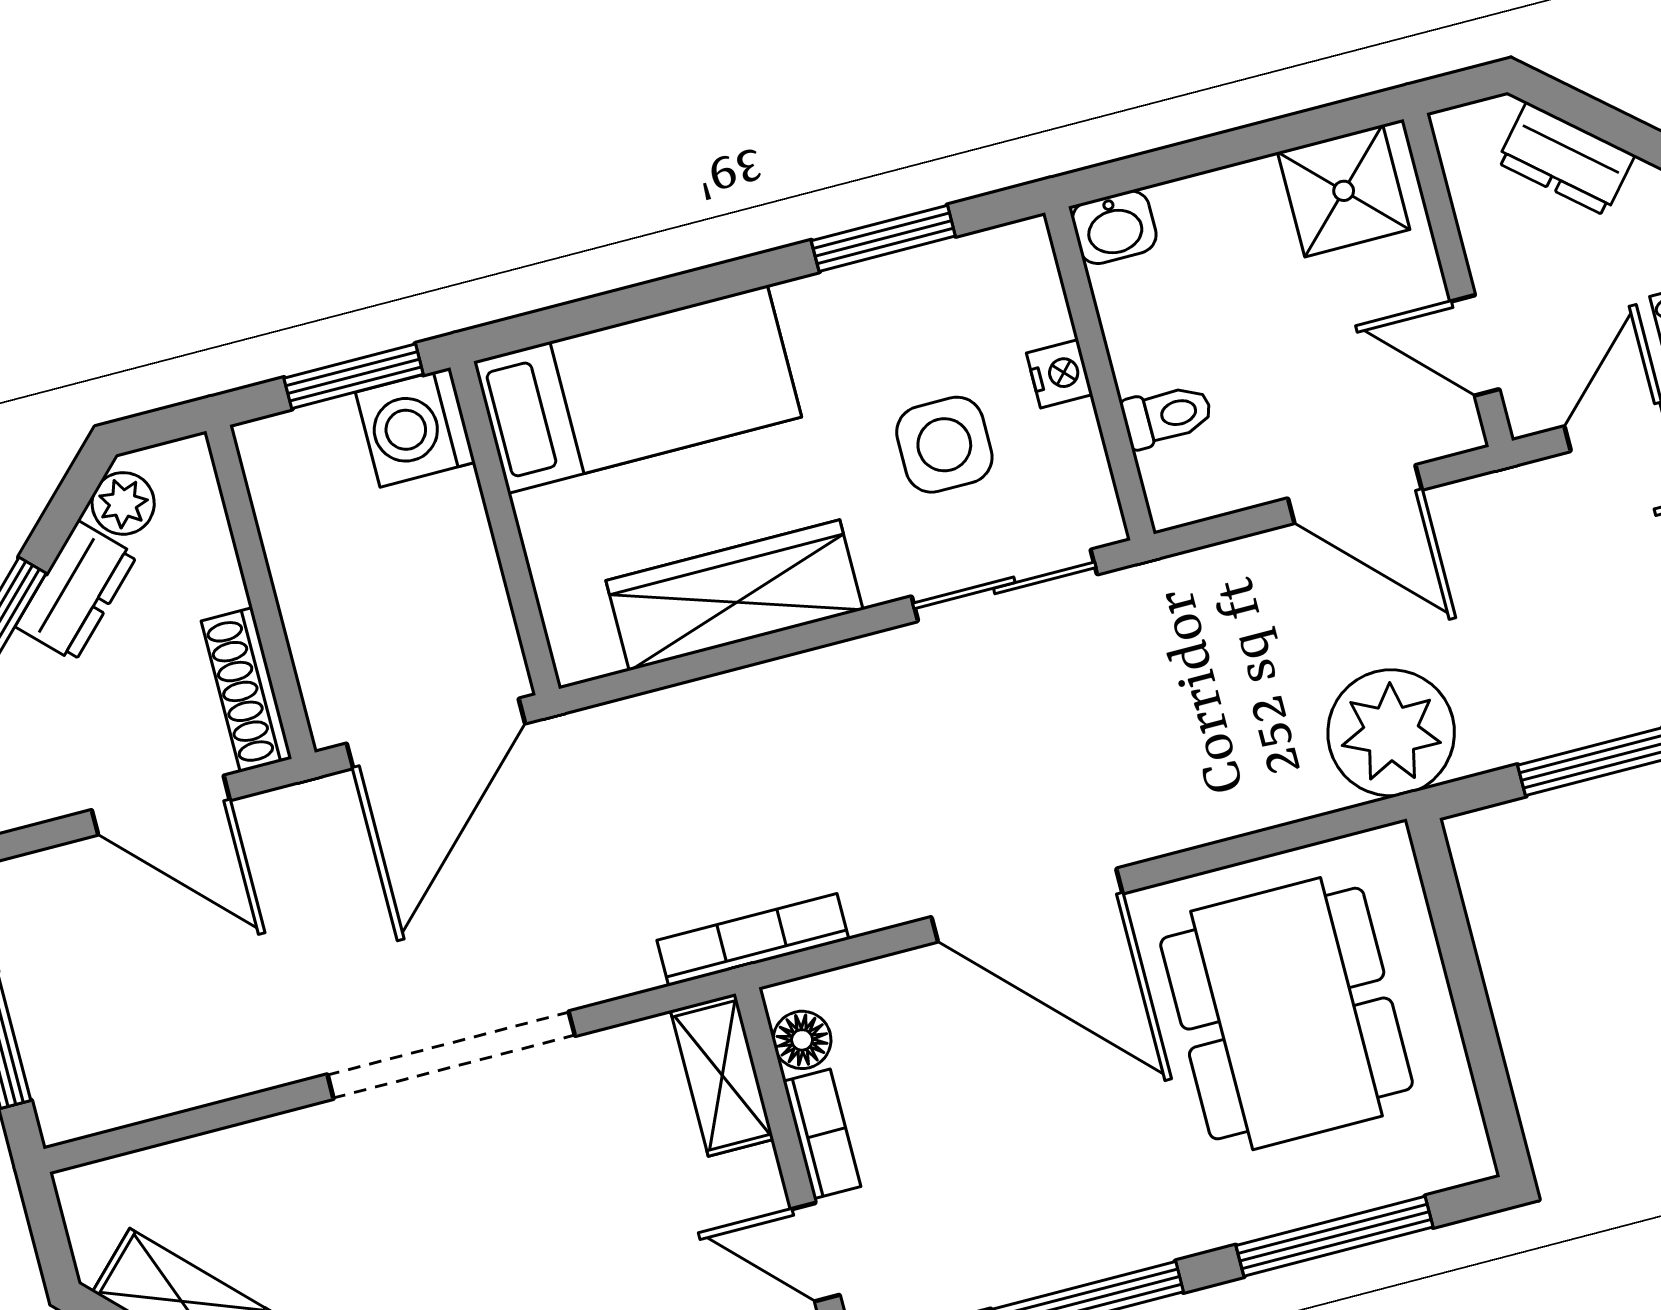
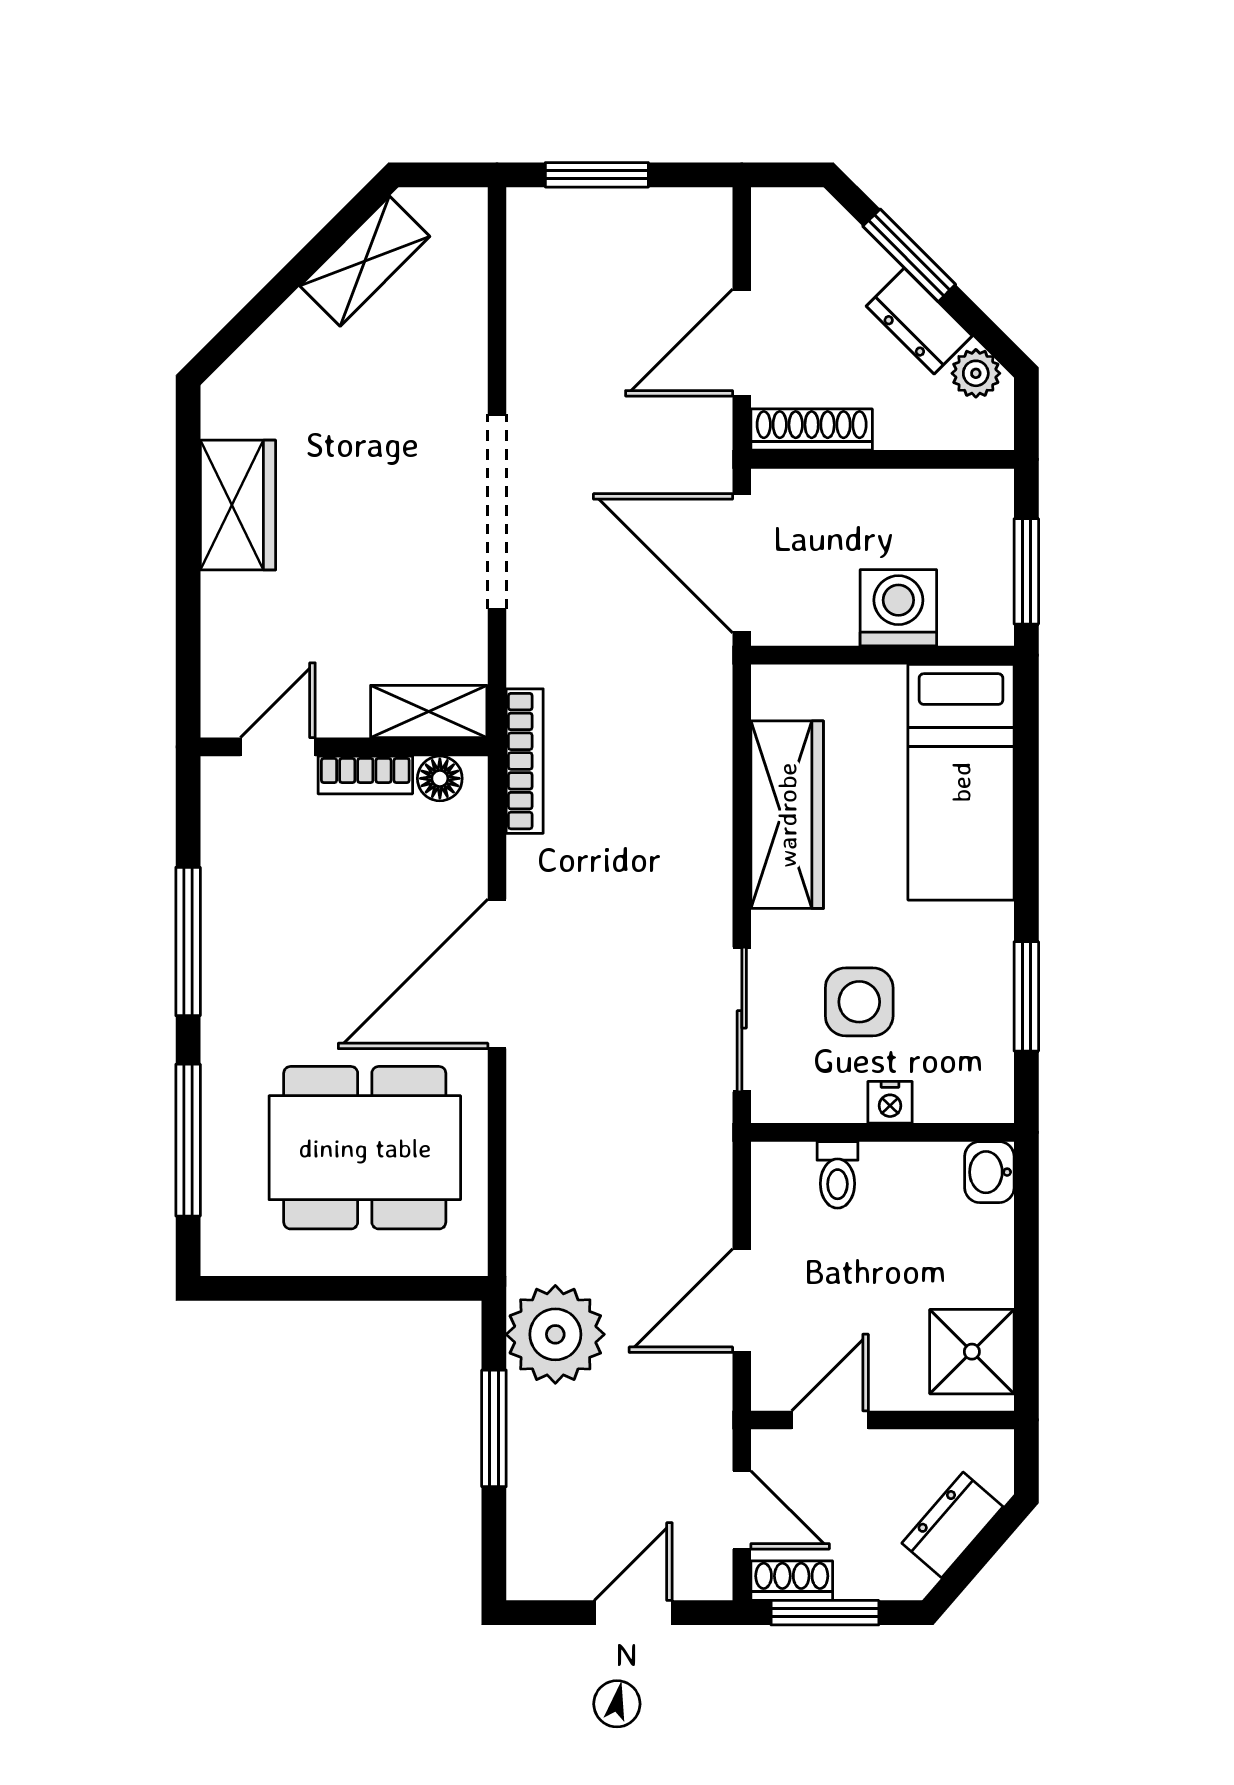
washing machine: (415, 427) -> (898, 608), moved
plant: (1391, 733) -> (555, 1334), moved

